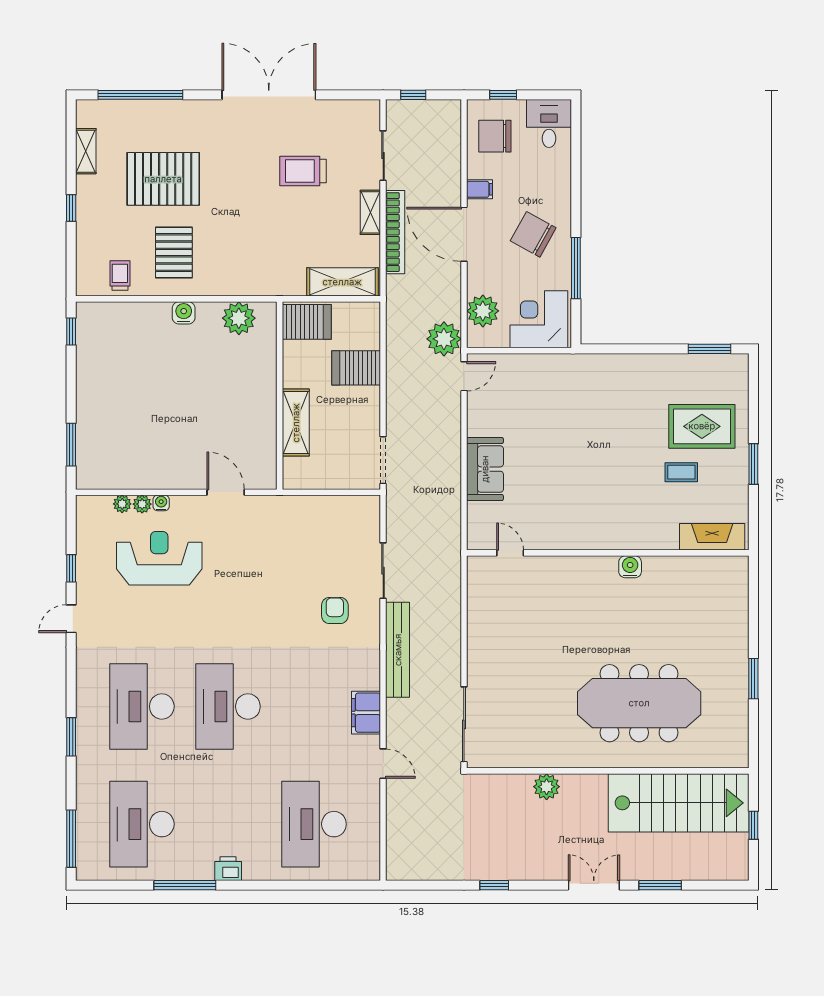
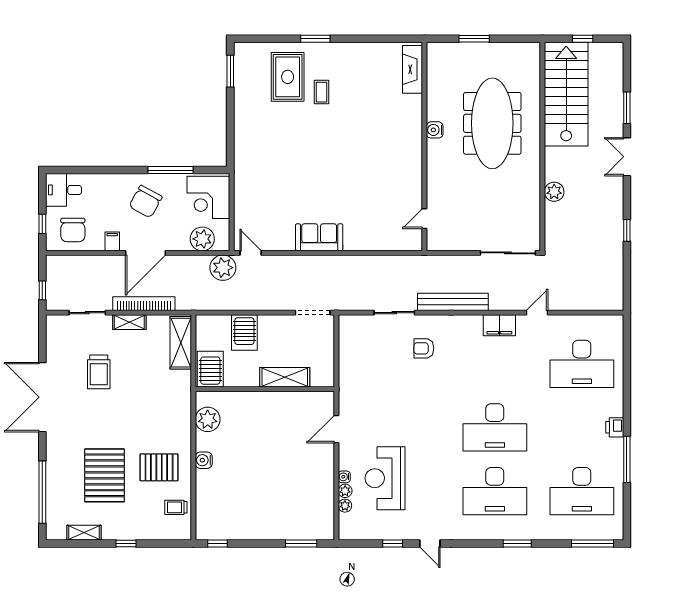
fireplace: (712, 537) -> (413, 69), moved
door: (510, 553) -> (424, 219), moved
wall: (608, 553) -> (424, 146), moved
water cooler: (630, 567) -> (435, 130), moved

